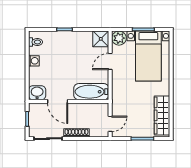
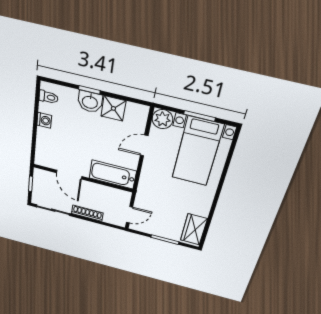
shower: (101, 39) -> (113, 108), moved
washbasin: (37, 93) -> (90, 102), moved, turned 180
wardrobe: (162, 115) -> (194, 229), width x0.67

